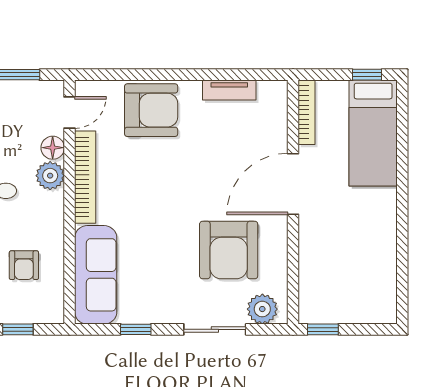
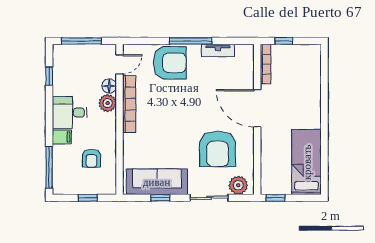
window: (185, 75) -> (191, 41), added
window: (367, 75) -> (284, 41), moved
bed: (373, 133) -> (307, 162), moved, turned 180
door: (293, 184) -> (257, 108), hinge flipped
sofa: (96, 275) -> (157, 182), moved, turned -90

